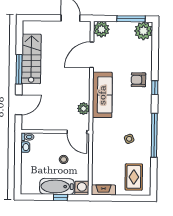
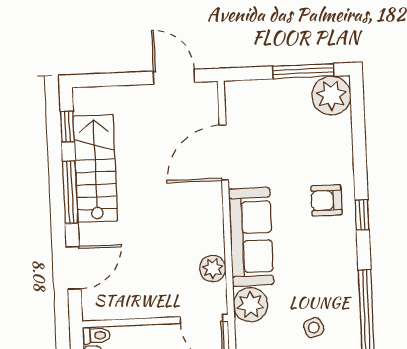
plant: (101, 29) -> (251, 305), moved
window: (19, 38) -> (67, 126), added

